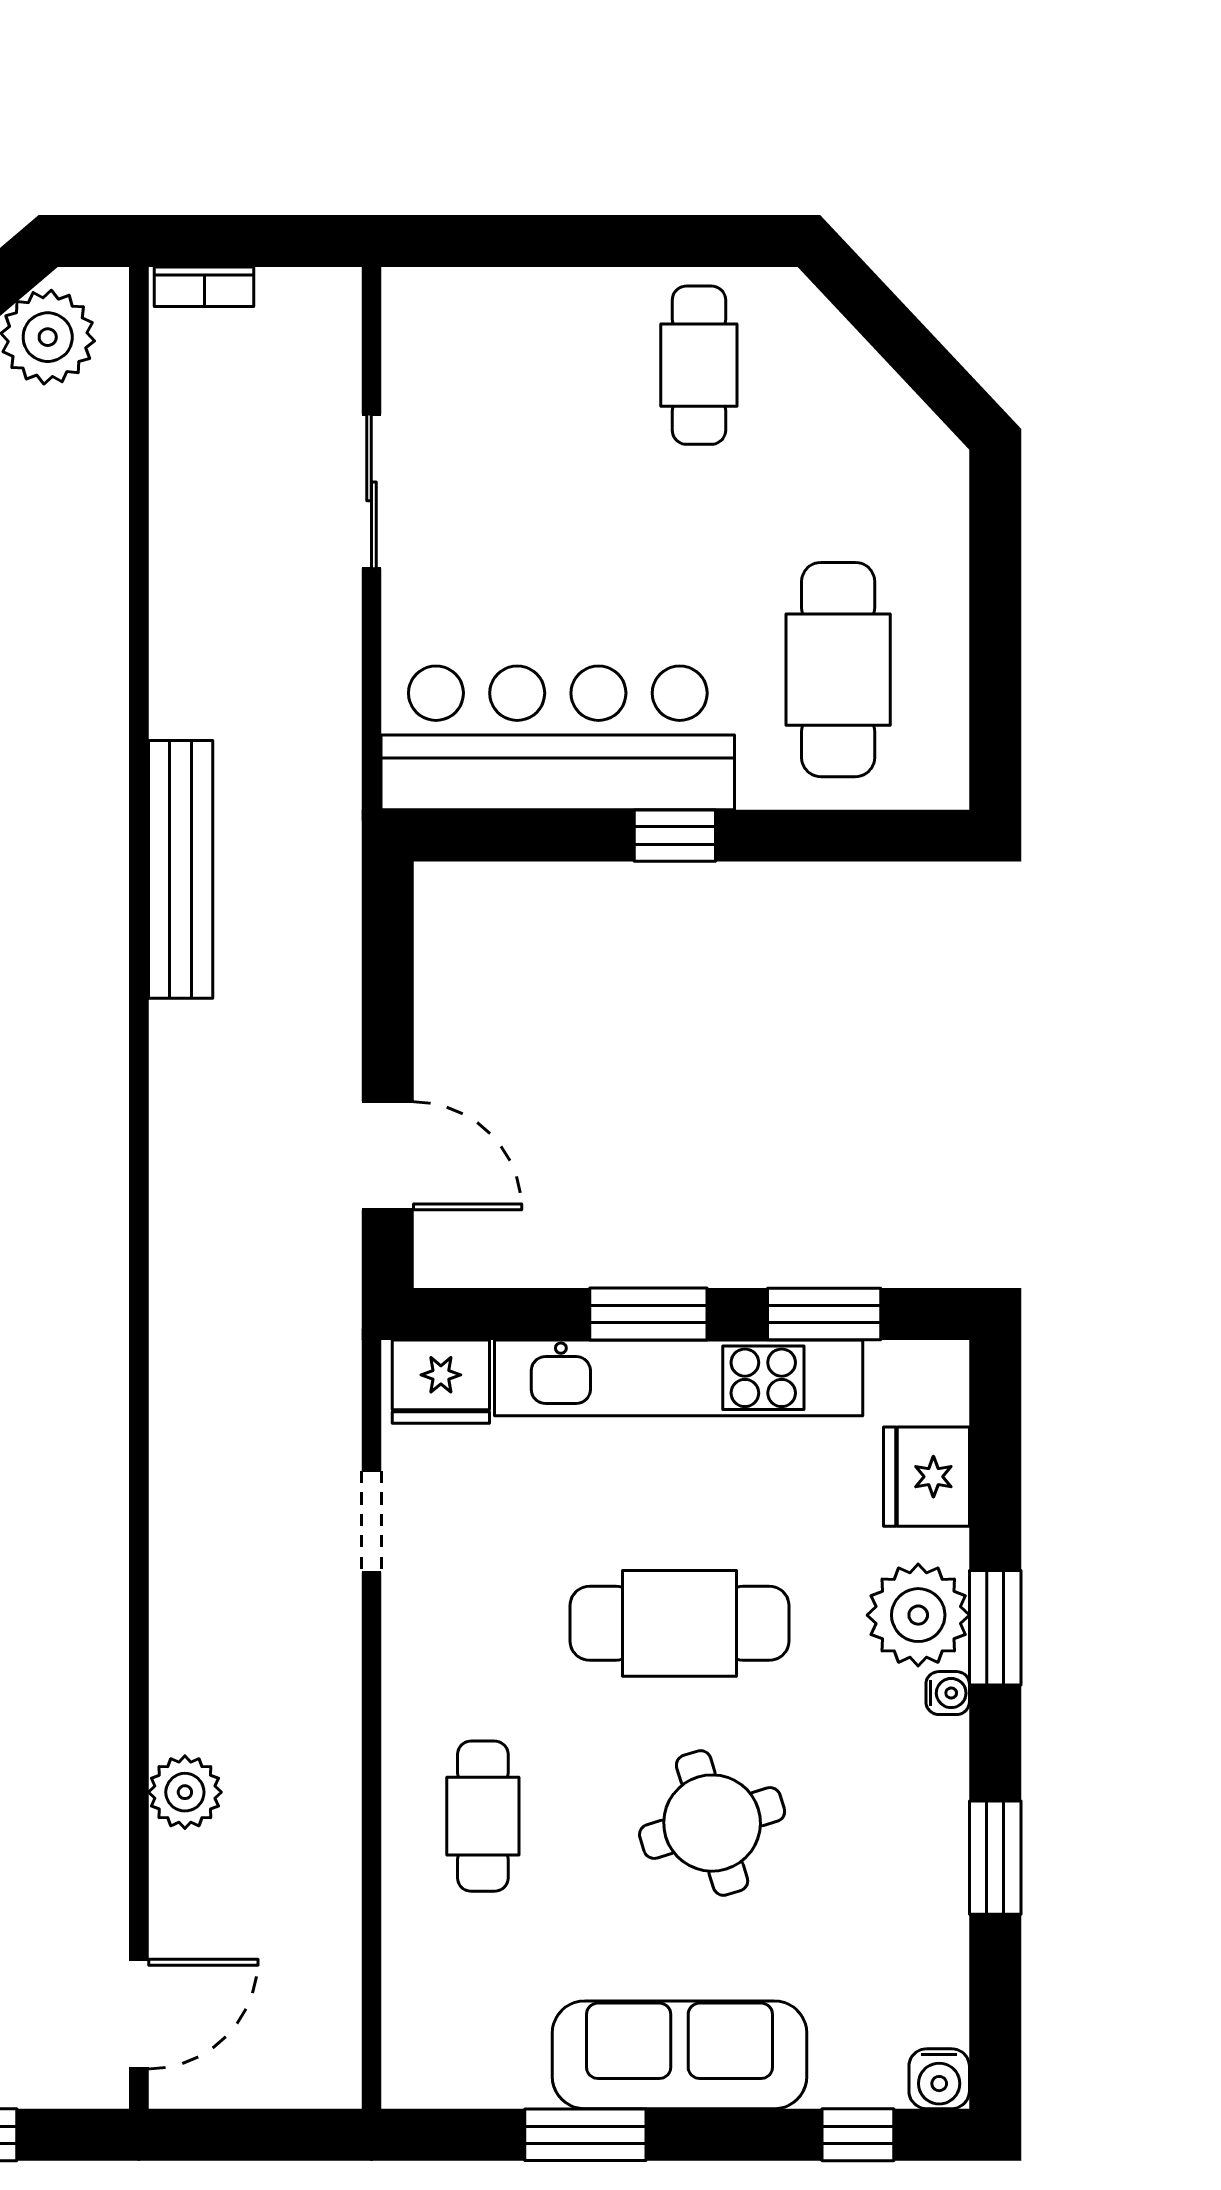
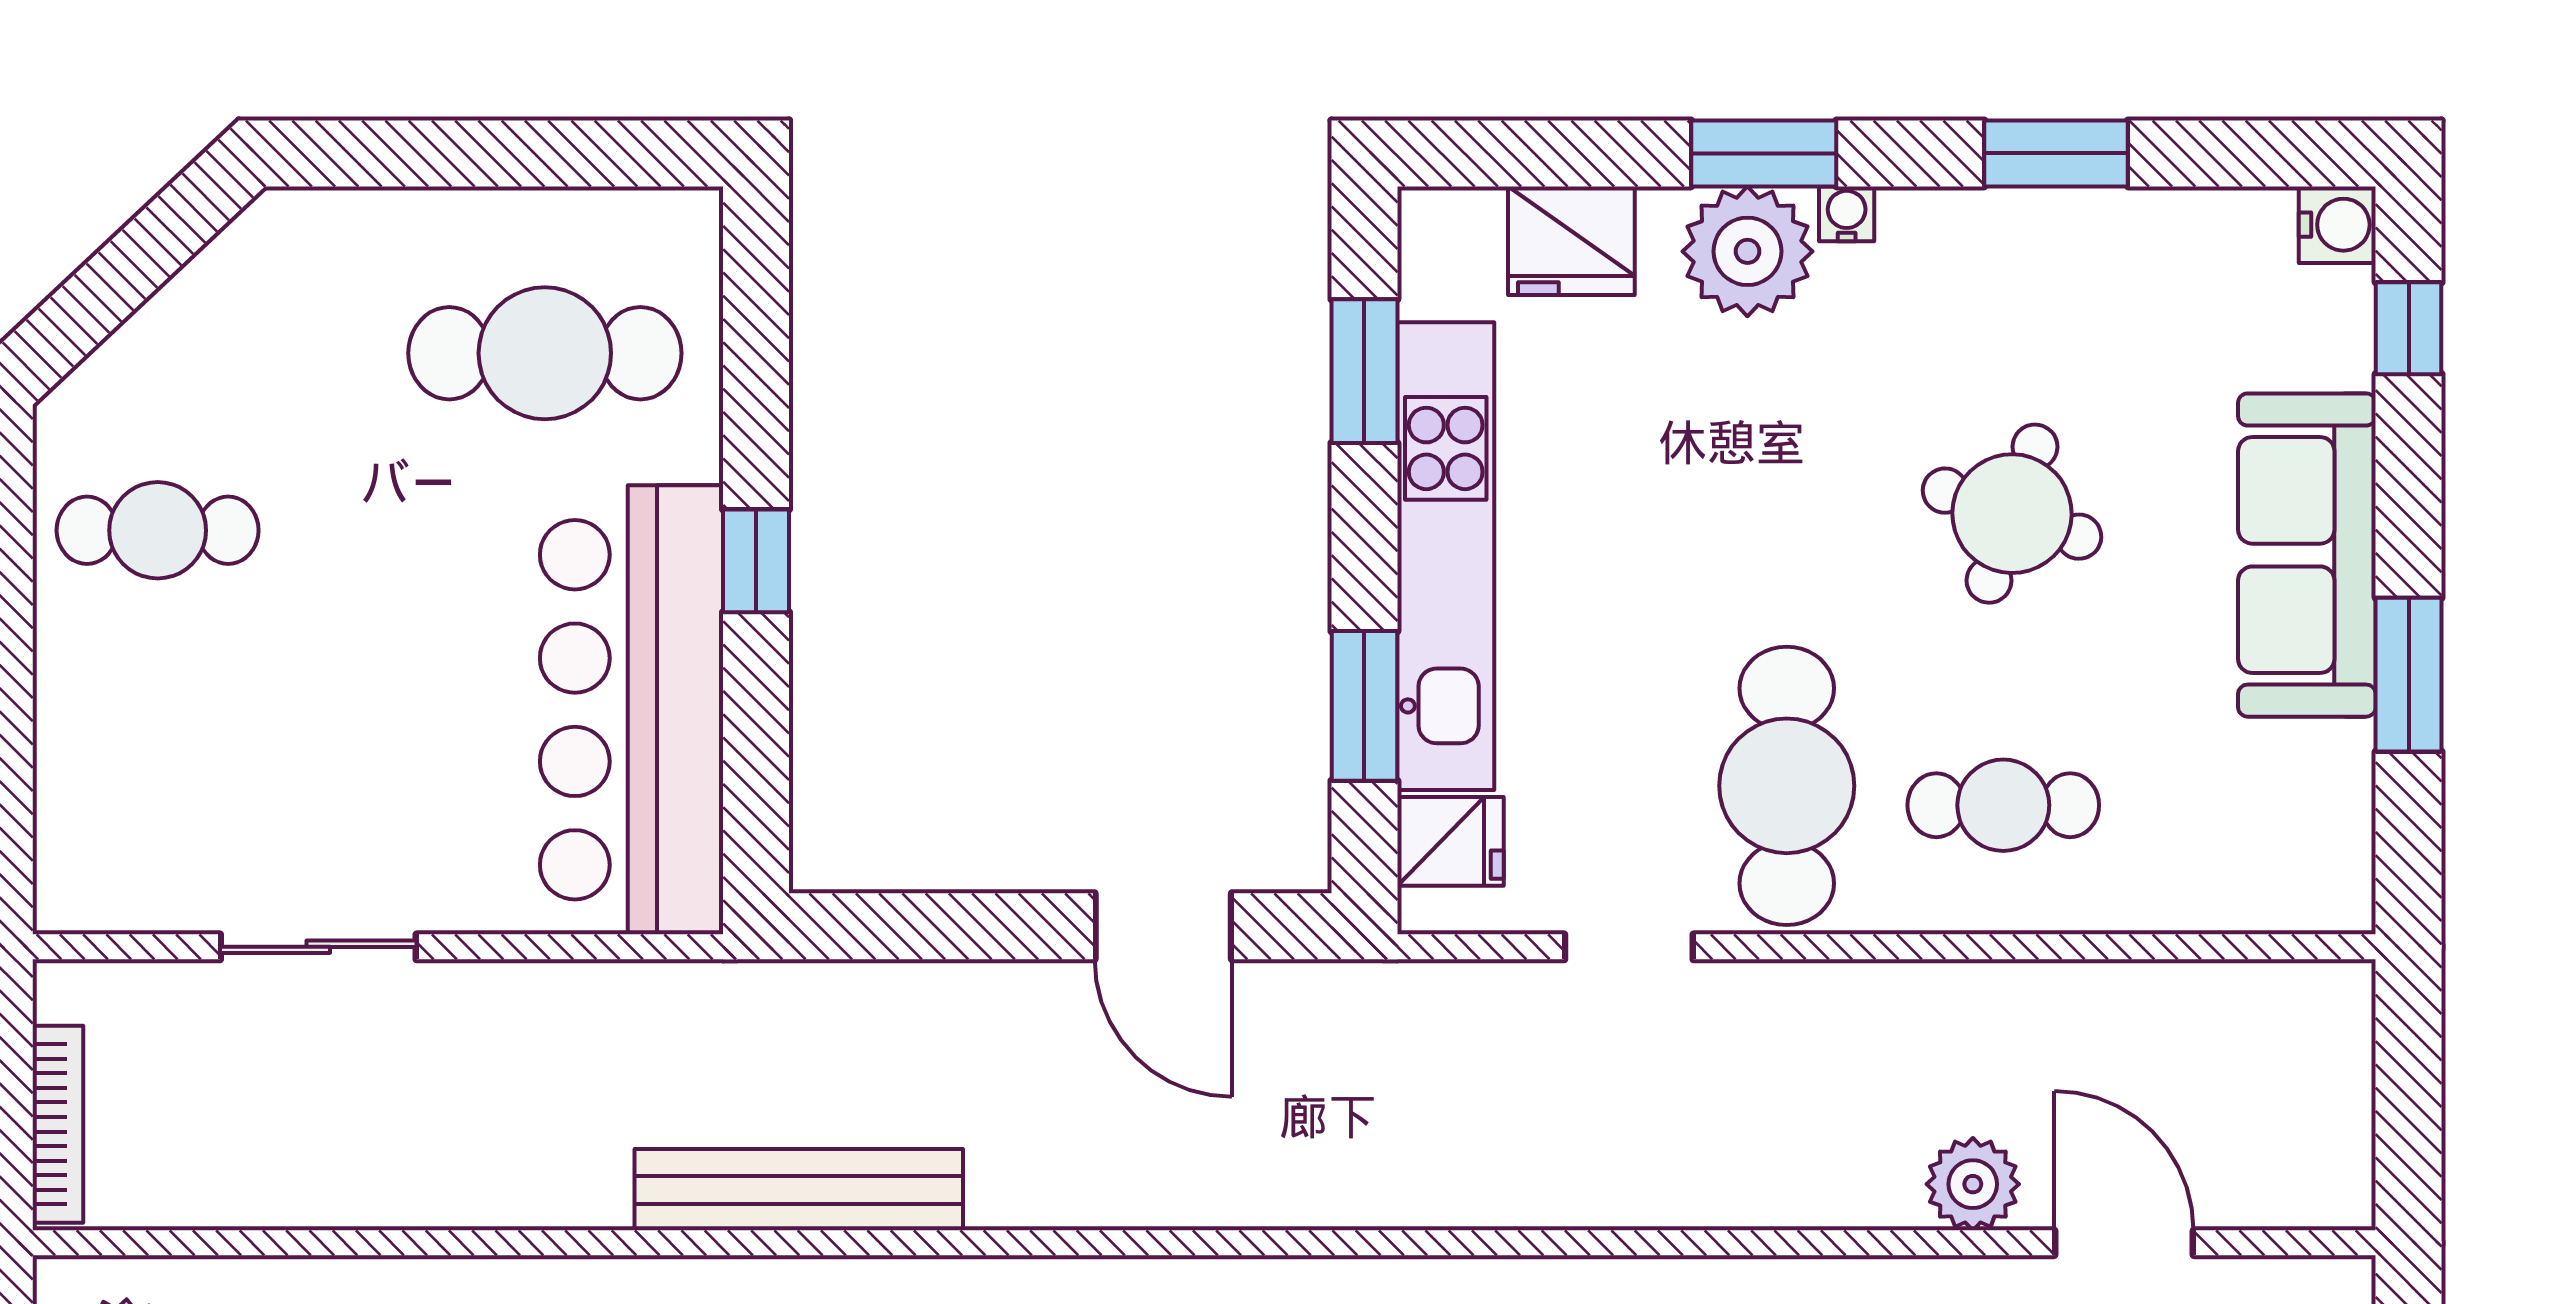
bookcase: (204, 287) -> (58, 1124), width x1.56
door: (388, 1156) -> (1163, 926), swing flipped
window: (648, 1314) -> (1364, 706), moved
fridge: (441, 1382) -> (1450, 841), width x0.72
cafe table: (680, 1623) -> (1787, 786), moved
round table: (712, 1823) -> (2012, 514), turned 36
door: (139, 2014) -> (2124, 1243), moved

